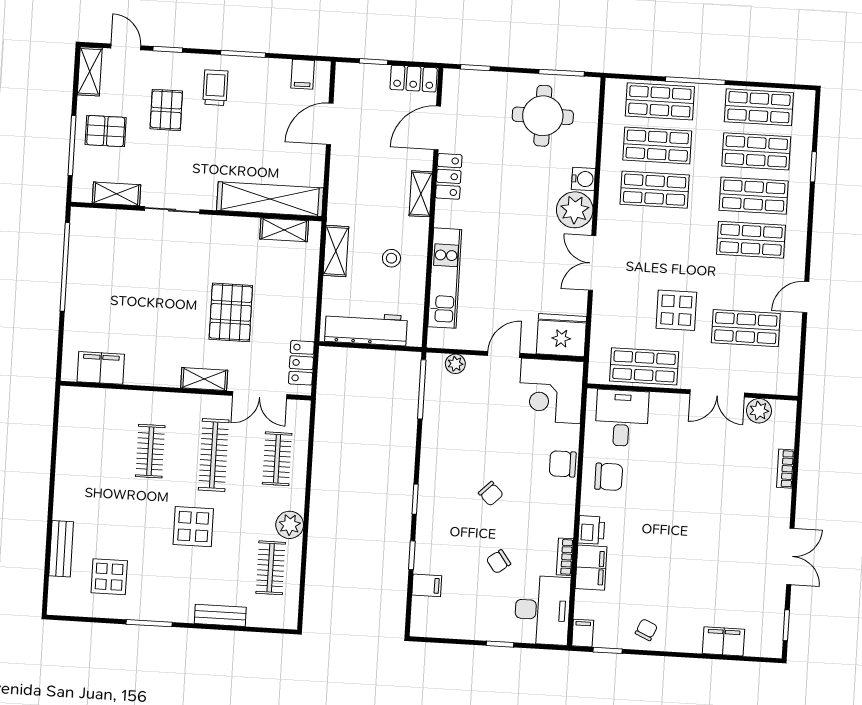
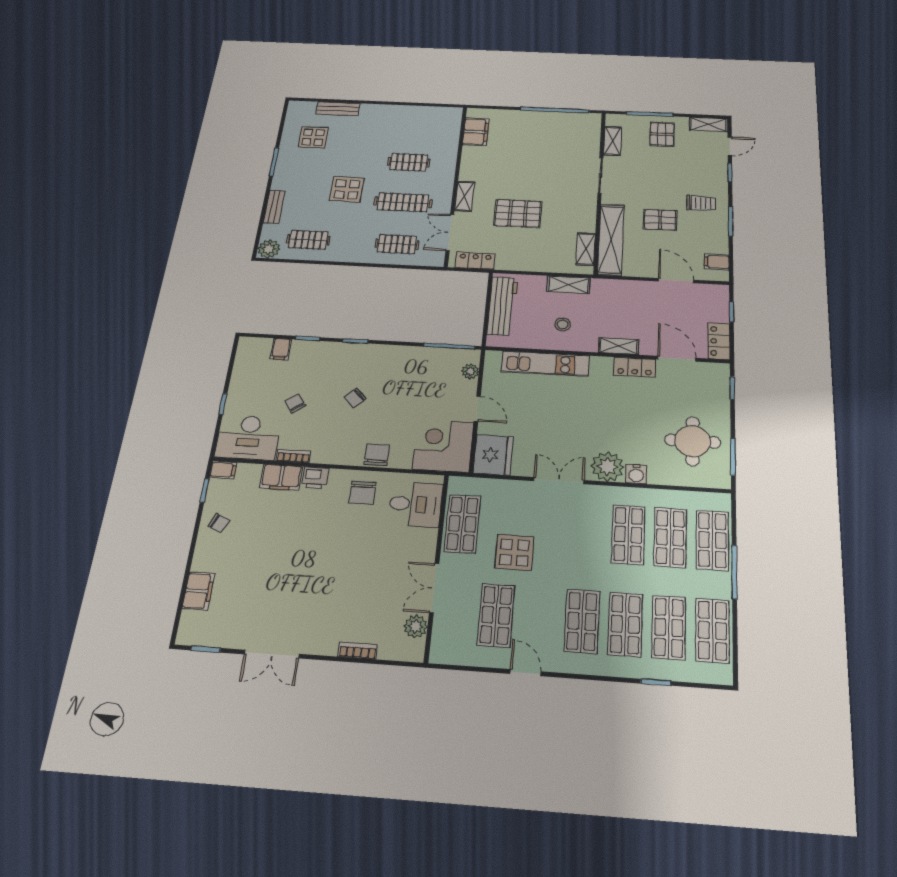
pallet: (166, 110) -> (660, 220), moved
plant: (290, 525) -> (269, 249), moved

